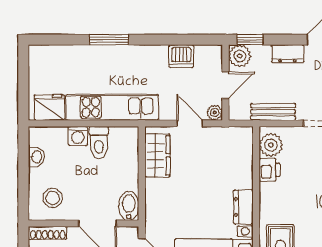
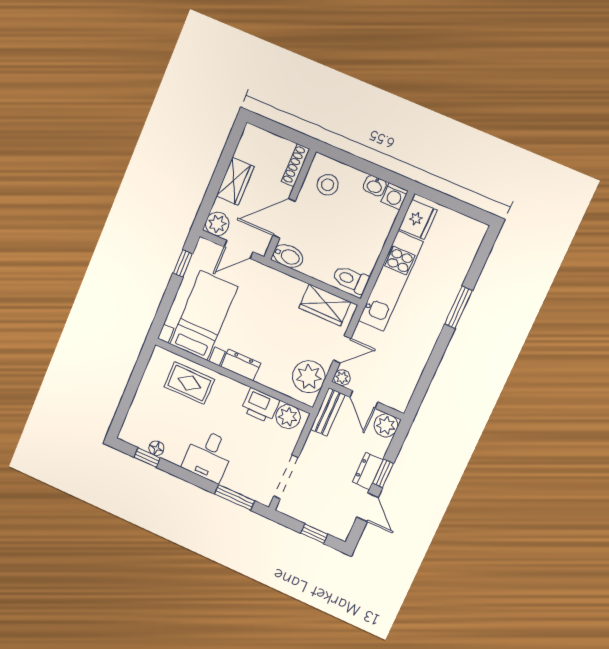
window: (250, 40) -> (383, 473), moved
dishwasher: (181, 56) -> (411, 370), removed
bench: (273, 112) -> (328, 412), moved
washing machine: (78, 136) -> (395, 196), moved, turned -90
toilet: (99, 142) -> (351, 279), moved
plant: (227, 142) -> (309, 377), added
printer: (270, 170) -> (260, 405), width x1.36, depth x1.24

